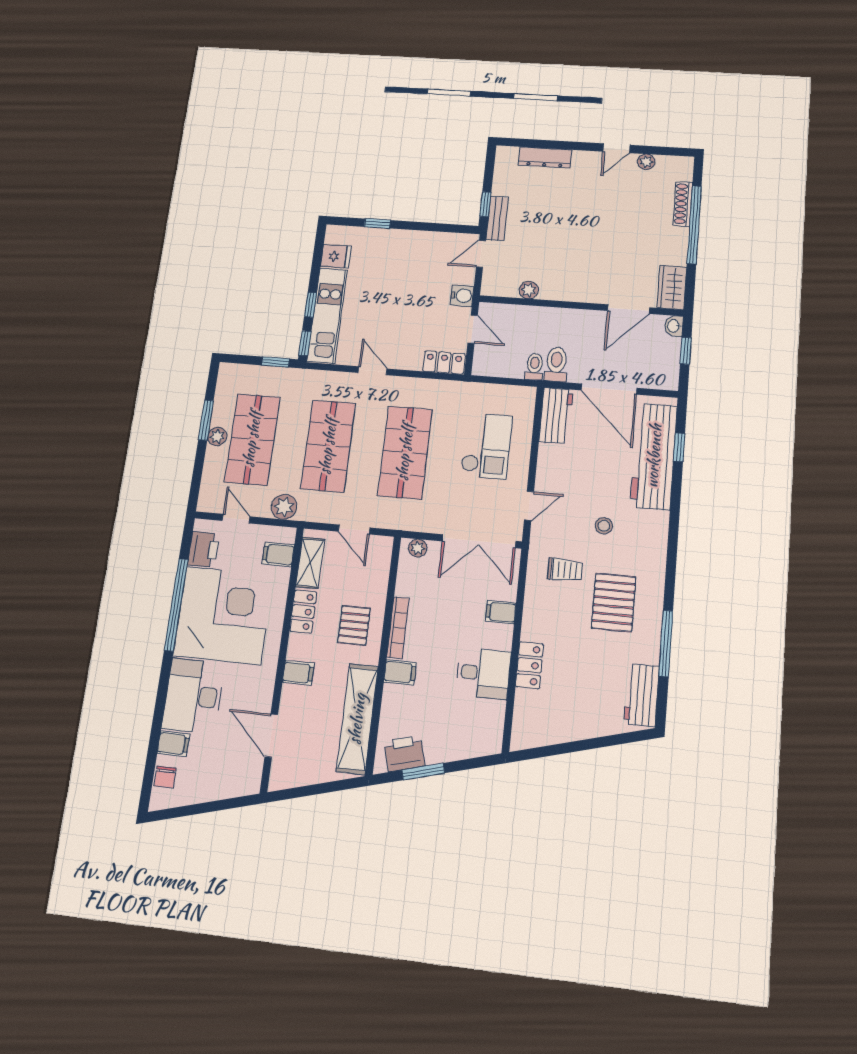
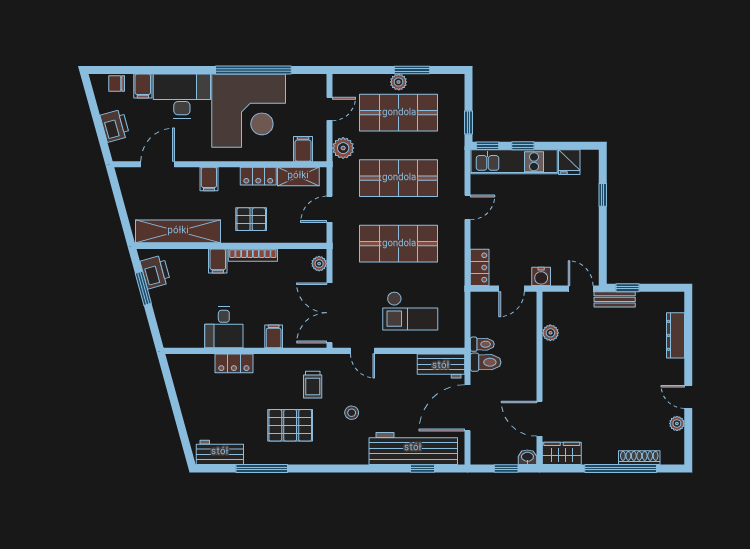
printer: (204, 549) -> (115, 126), moved, turned -105

